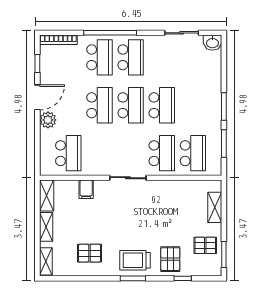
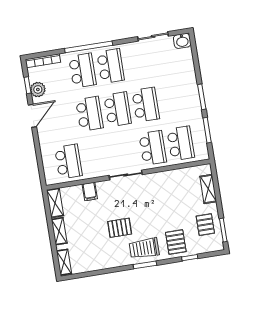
plant: (48, 120) -> (38, 89), moved
pallet: (205, 245) -> (205, 225), turned 90
pallet: (89, 253) -> (120, 228), moved

